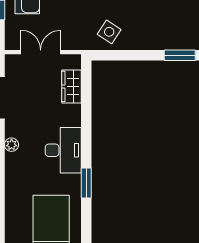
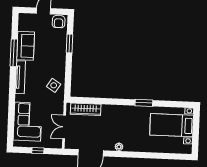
wardrobe: (72, 86) -> (86, 109), width x1.50
desk: (63, 150) -> (124, 116), removed

